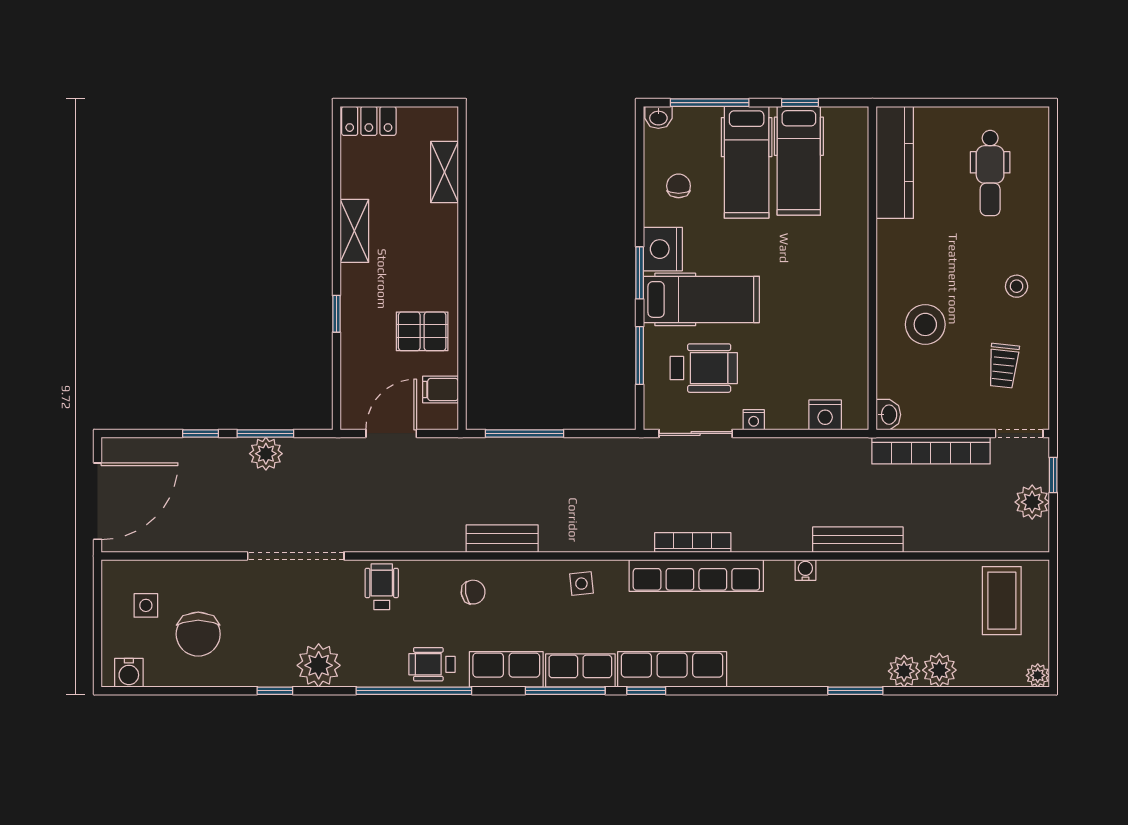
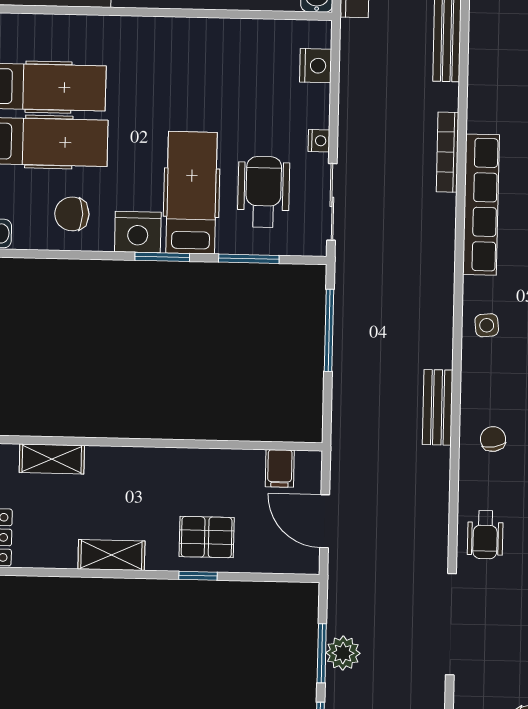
chair: (679, 186) -> (72, 214), width x1.37, depth x1.37
pallet: (422, 331) -> (207, 537), moved, turned 90
window: (524, 433) -> (329, 330), moved
bookcase: (693, 542) -> (448, 152), moved
water cooler: (805, 570) -> (478, 90), removed
wheelchair: (382, 587) -> (485, 535), turned -90

